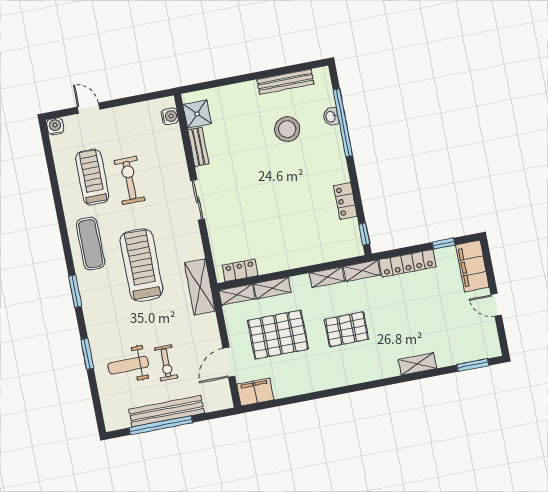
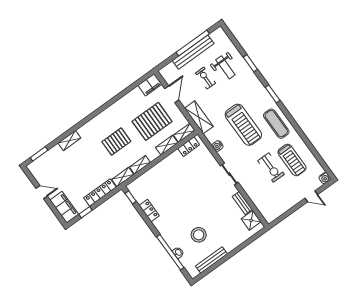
water cooler: (170, 116) -> (218, 146), moved
shelving: (200, 287) -> (199, 117), moved
weight bench: (128, 365) -> (225, 67), turned 90

